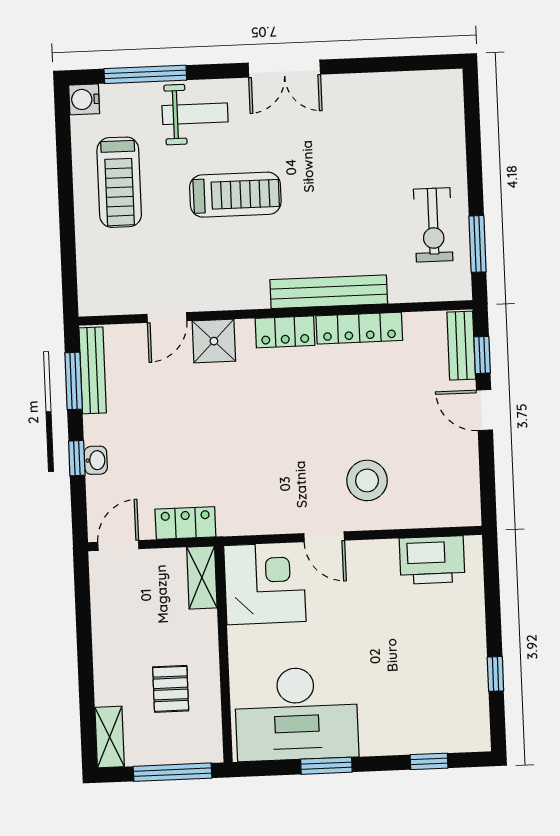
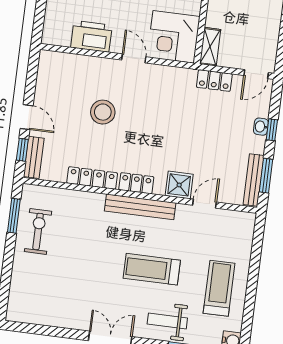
bench: (329, 292) -> (140, 207), moved
stool: (367, 480) -> (103, 112), moved
printer: (432, 560) -> (91, 36), moved

